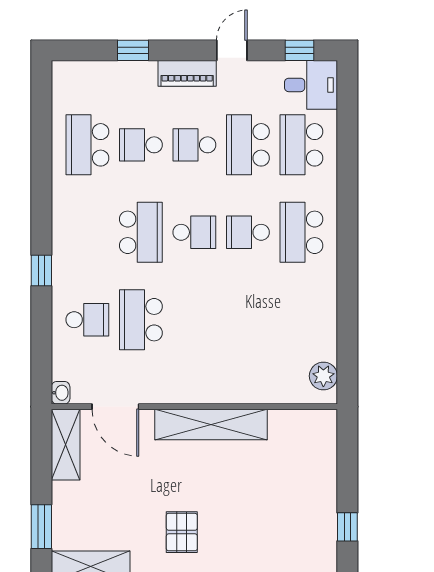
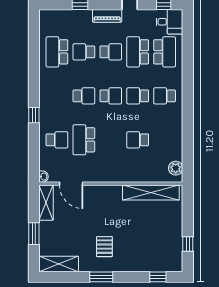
school desk: (194, 145) -> (111, 52), turned 180
school desk: (301, 145) -> (165, 52), turned 180
school desk: (141, 232) -> (84, 96), width x0.54
school desk: (301, 232) -> (165, 96), width x0.54
school desk: (248, 320) -> (138, 140), added
shelving: (211, 424) -> (151, 192), moved
window: (41, 527) -> (34, 234), moved

